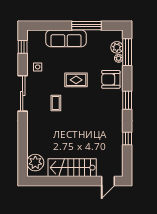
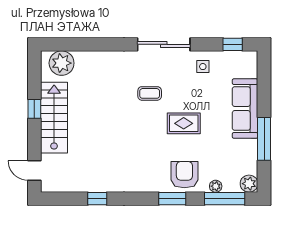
plant: (117, 47) -> (249, 184), moved
rug: (76, 80) -> (184, 123), turned 90
window: (127, 100) -> (172, 199), moved
window: (66, 181) -> (34, 109), added

